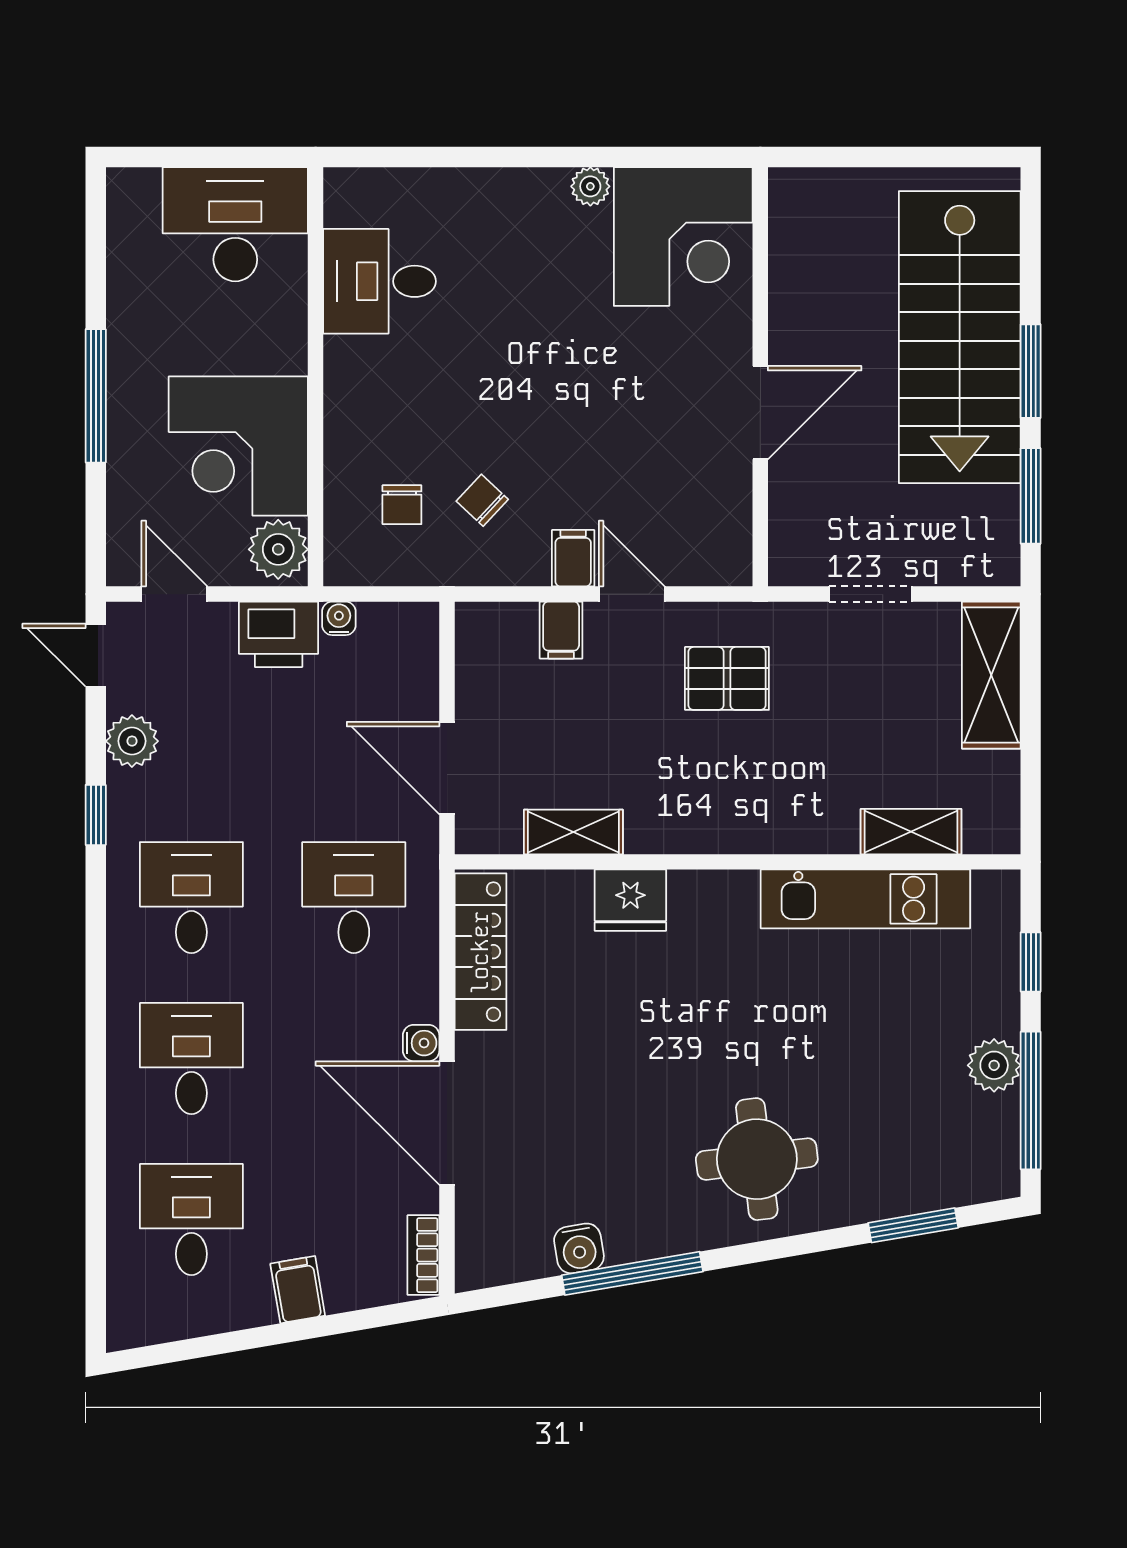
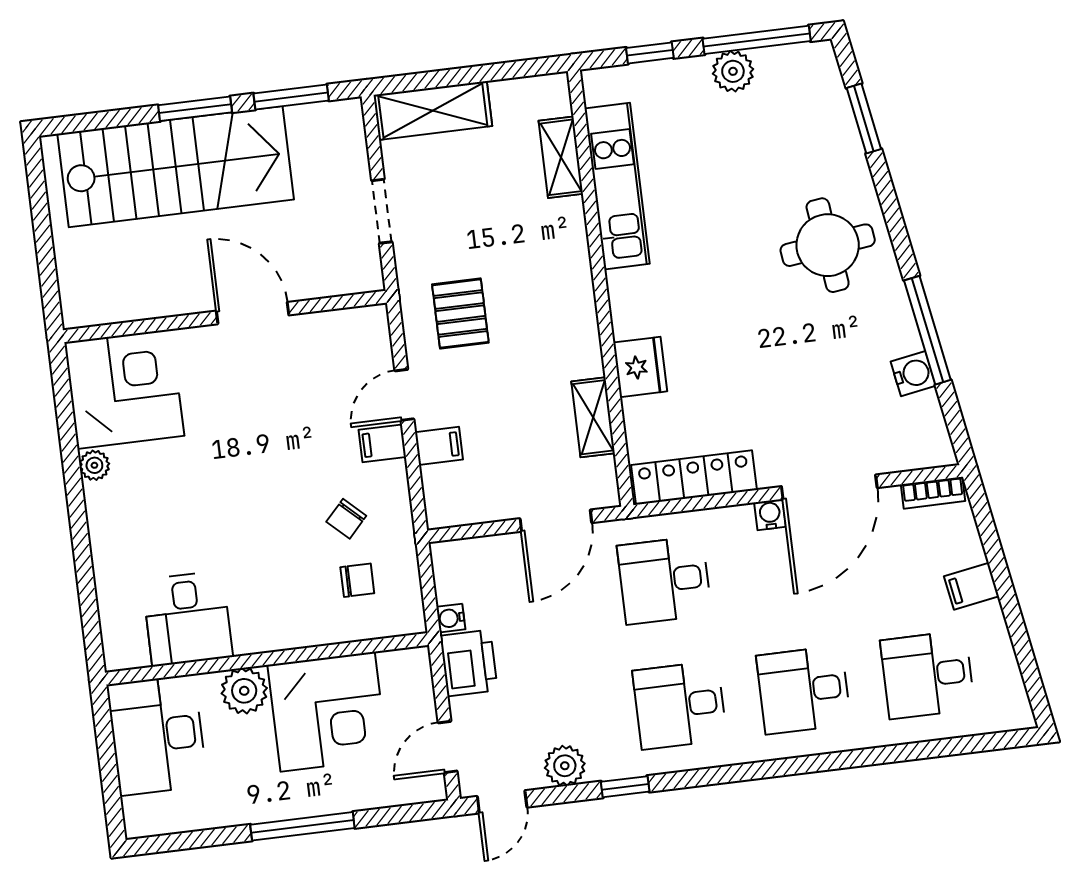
plant: (278, 549) -> (244, 691), moved

